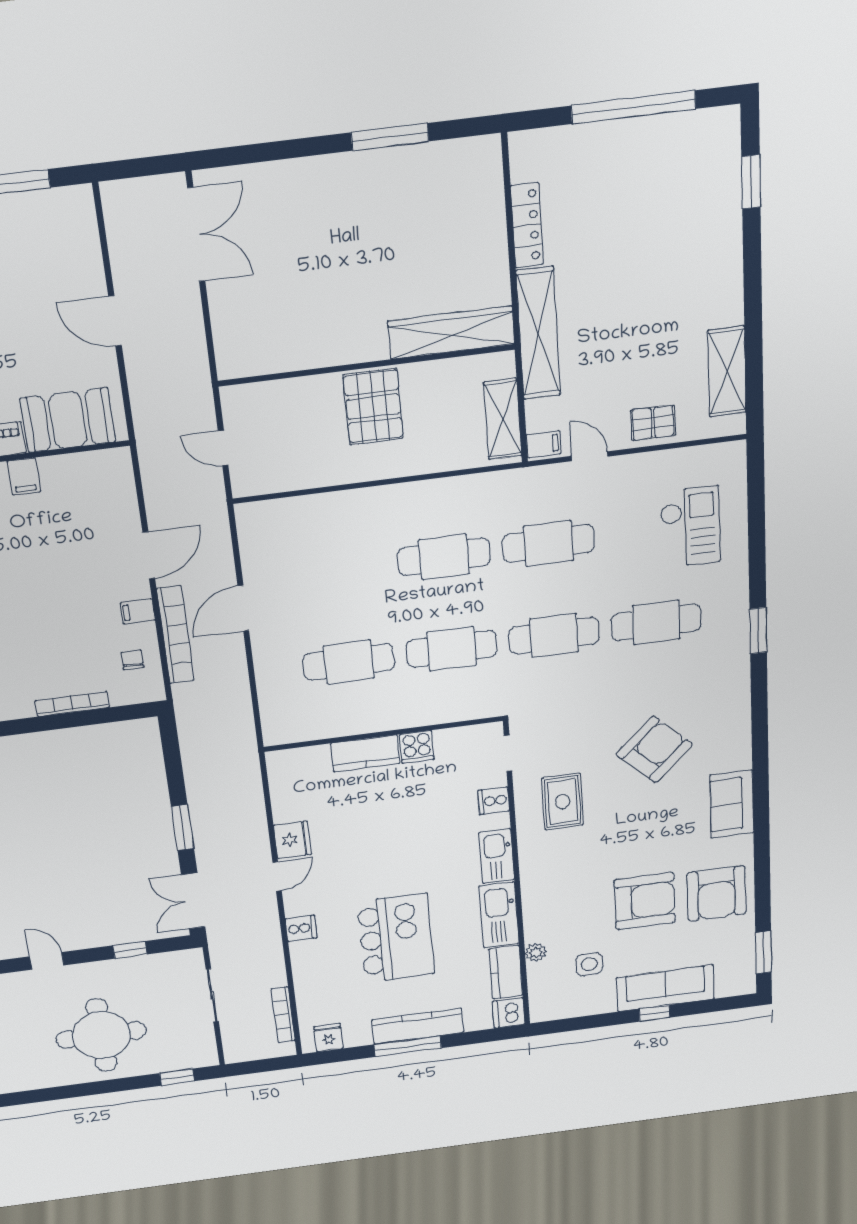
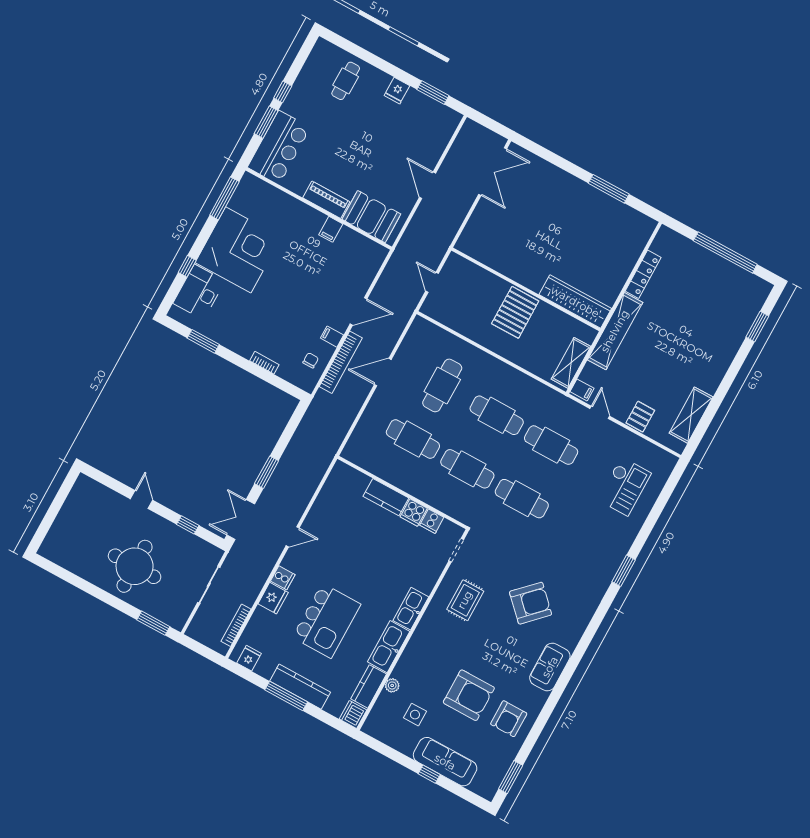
pallet: (653, 423) -> (640, 417), turned 90
cafe table: (656, 622) -> (442, 385), moved, turned 90
bookcase: (72, 704) -> (264, 363), width x0.64
cooker: (494, 801) -> (432, 521), moved, turned -90
fridge: (292, 840) -> (273, 598), moved
armchair: (716, 893) -> (509, 719), width x0.73, depth x0.73
window: (177, 1077) -> (153, 623), width x1.50

